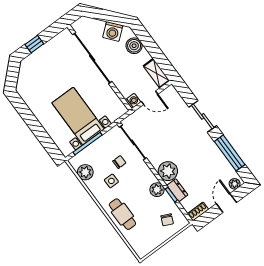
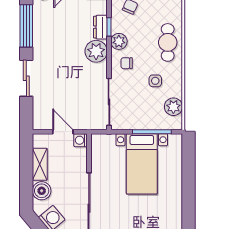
shelving: (156, 73) -> (40, 164), moved
chair: (119, 162) -> (127, 63), moved

